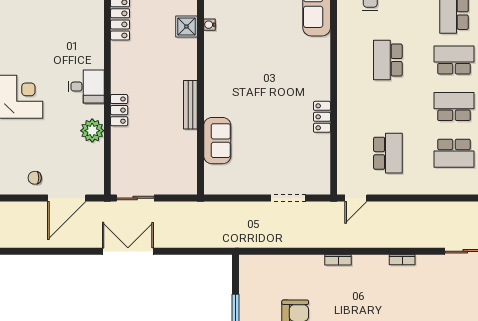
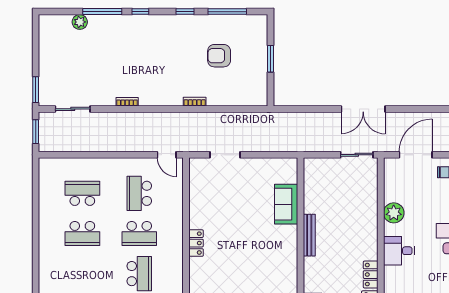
school desk: (454, 60) -> (139, 233), moved
locker: (119, 110) -> (371, 275), moved
locker: (322, 117) -> (196, 243), moved
door: (356, 198) -> (167, 155), swing flipped
bookcase: (338, 260) -> (195, 102), moved

